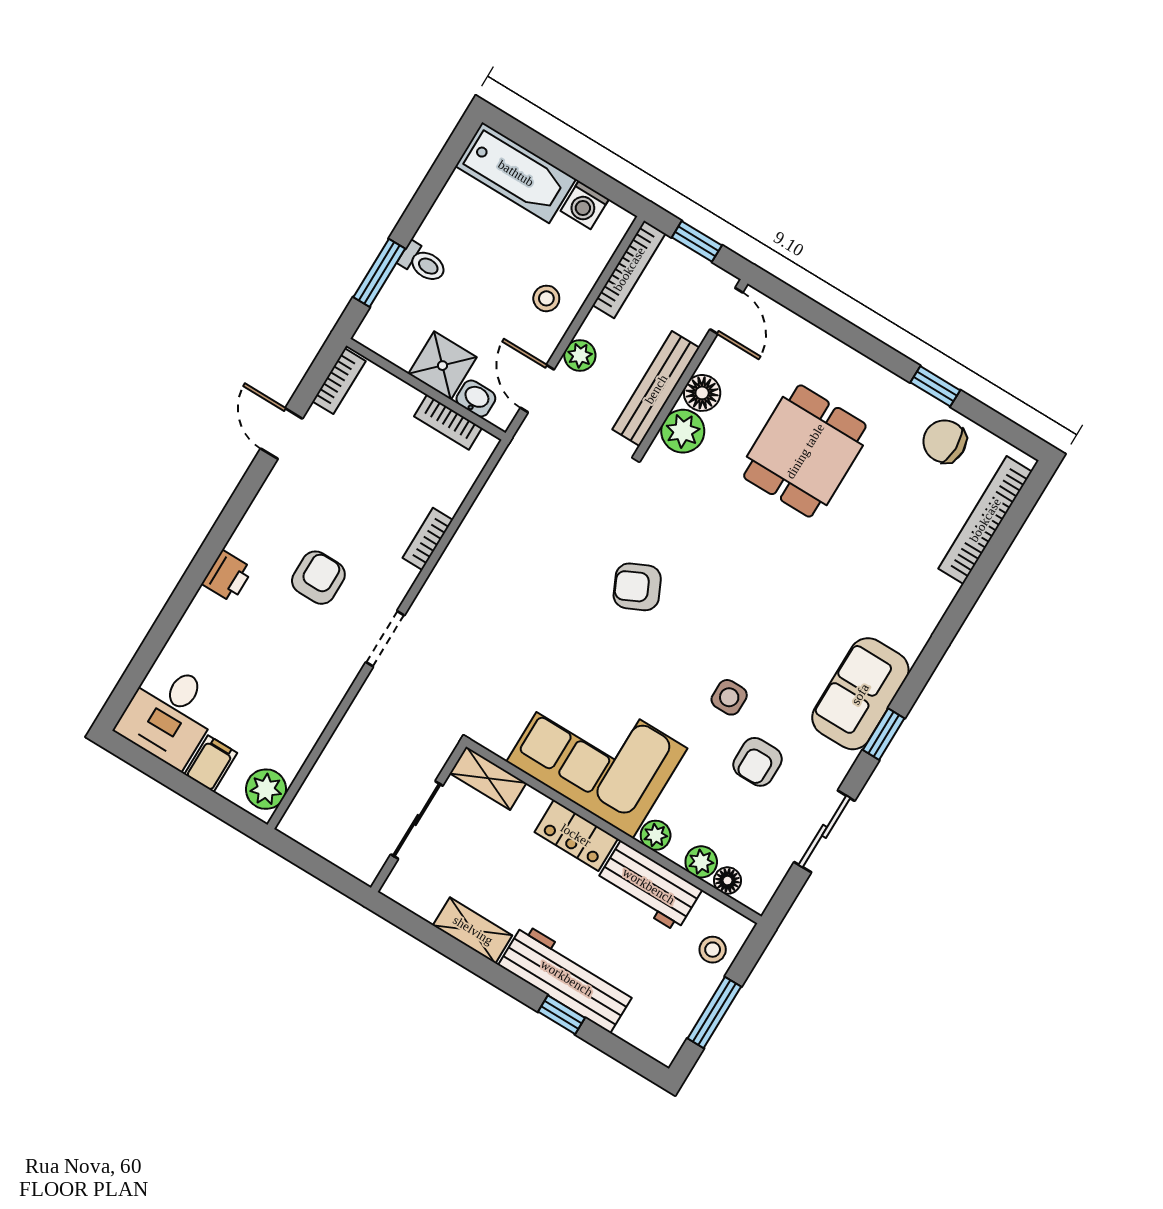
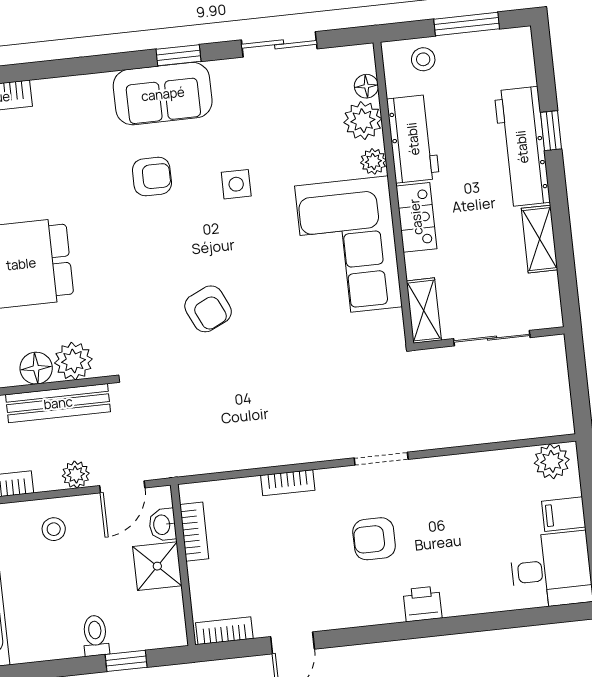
window: (379, 273) -> (126, 661), width x0.67
armchair: (758, 762) -> (152, 177), moved
plant: (701, 862) -> (363, 121), width x1.38, depth x1.38

